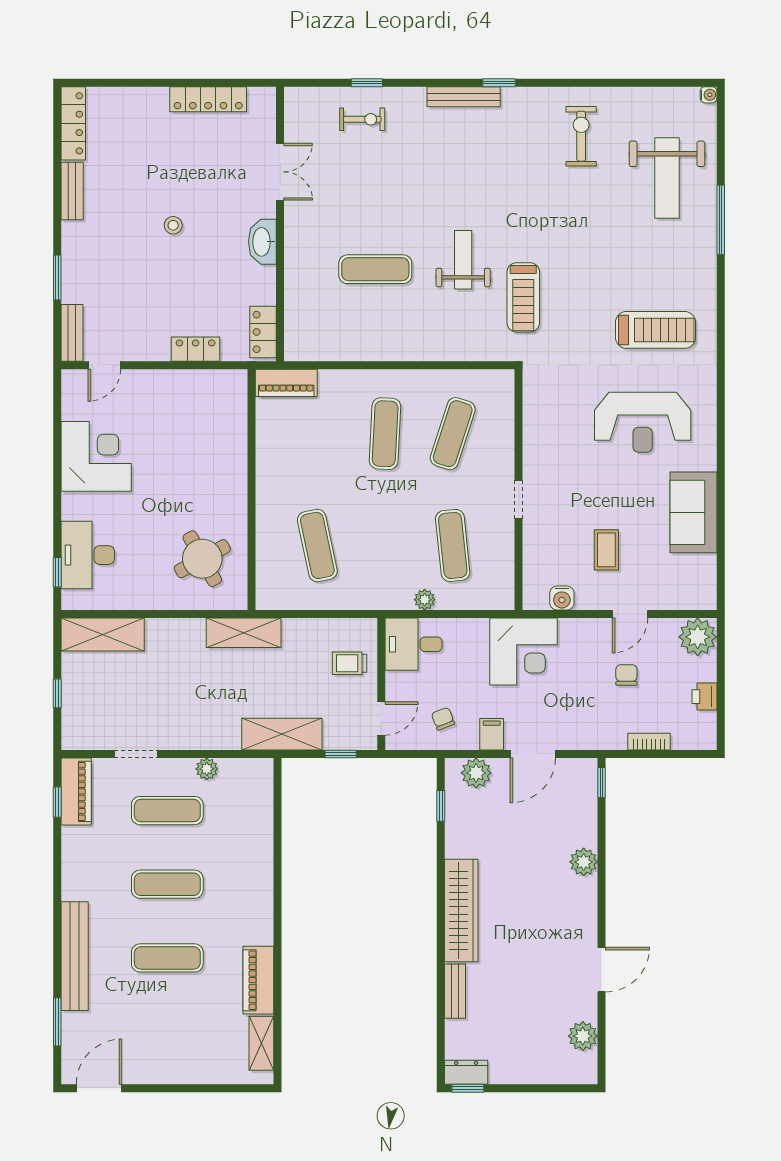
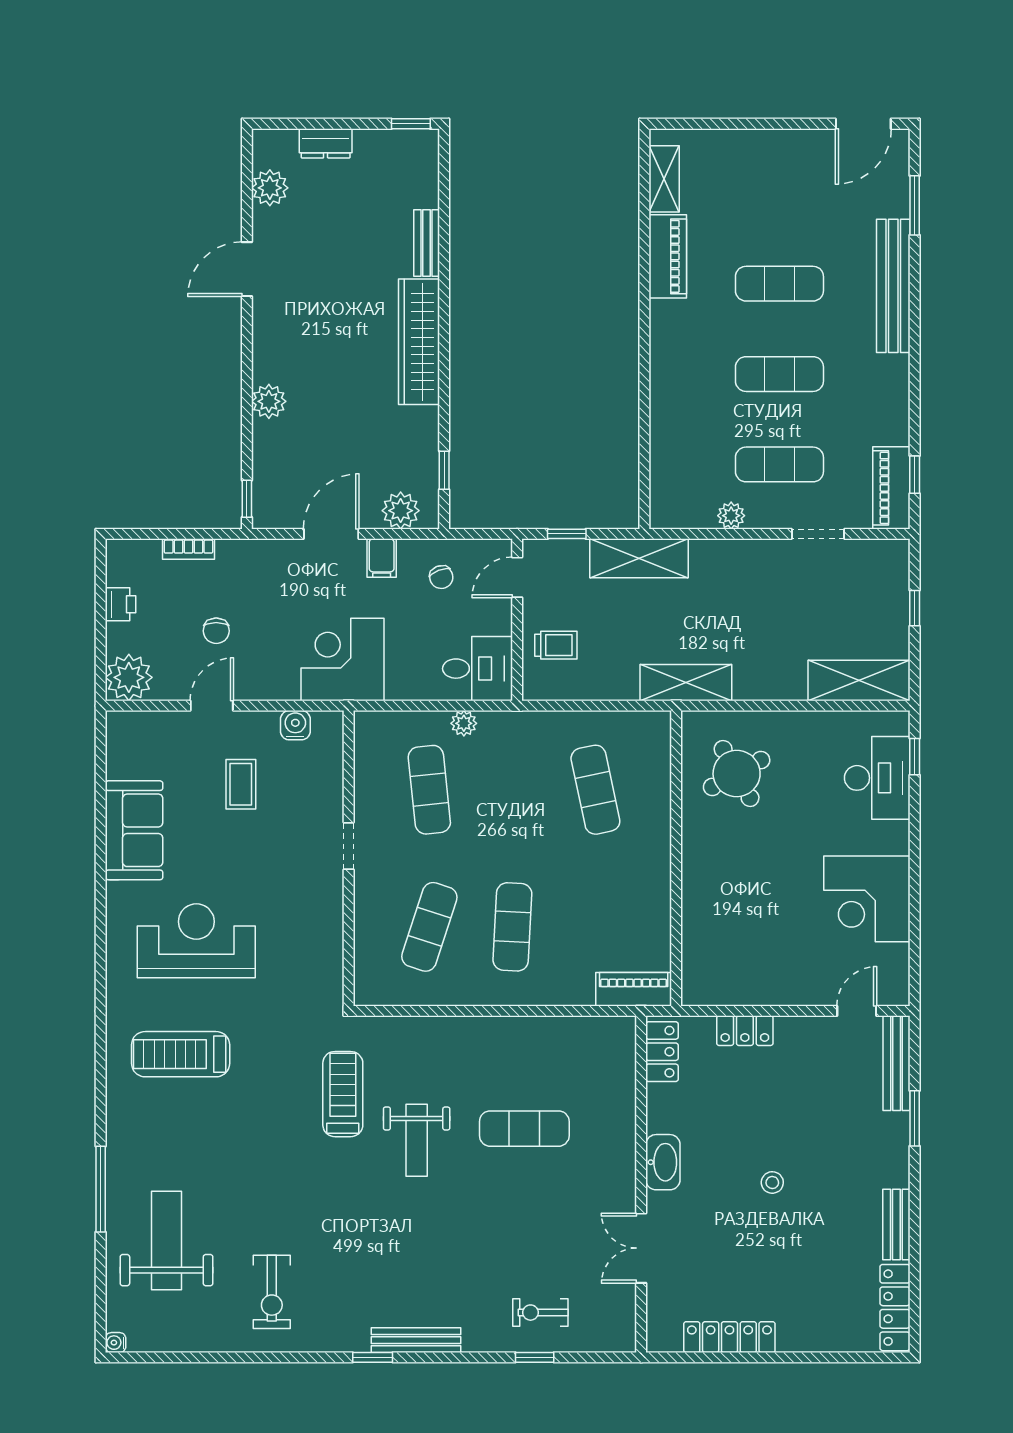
bench: (72, 333) -> (897, 1063), width x1.36
dresser: (466, 1072) -> (326, 143), moved

